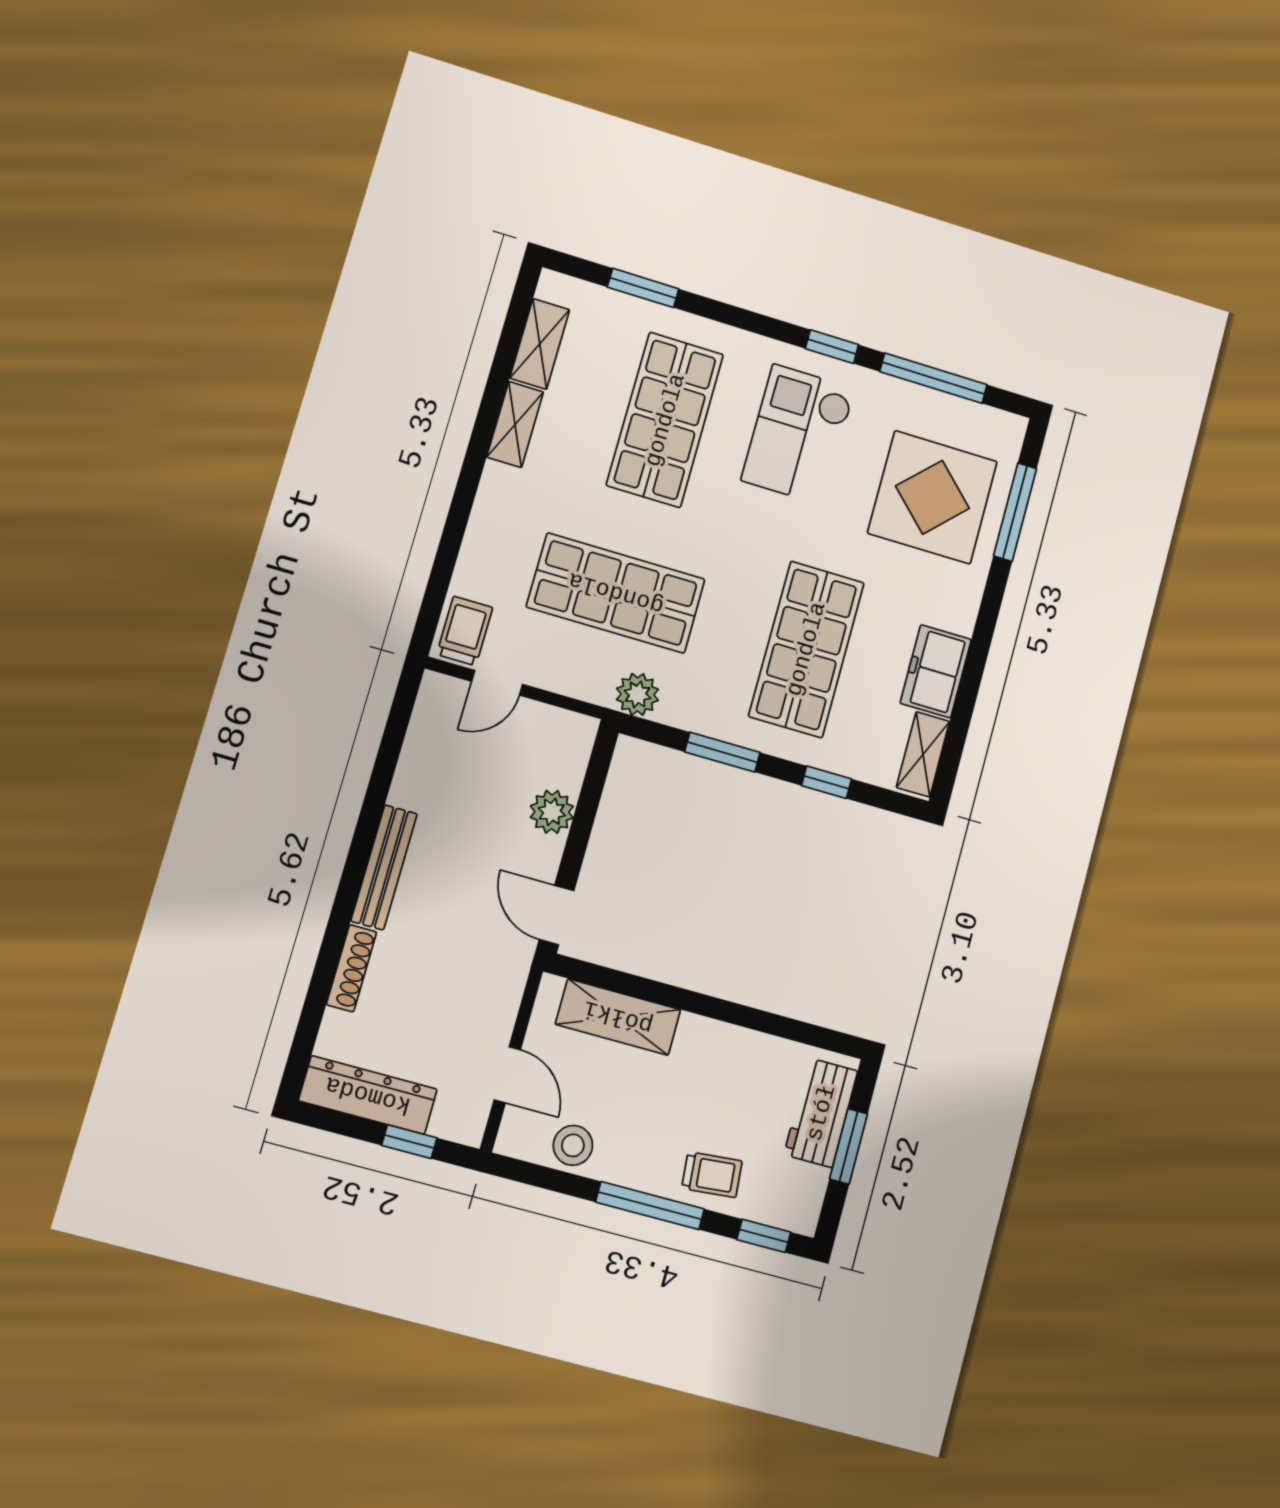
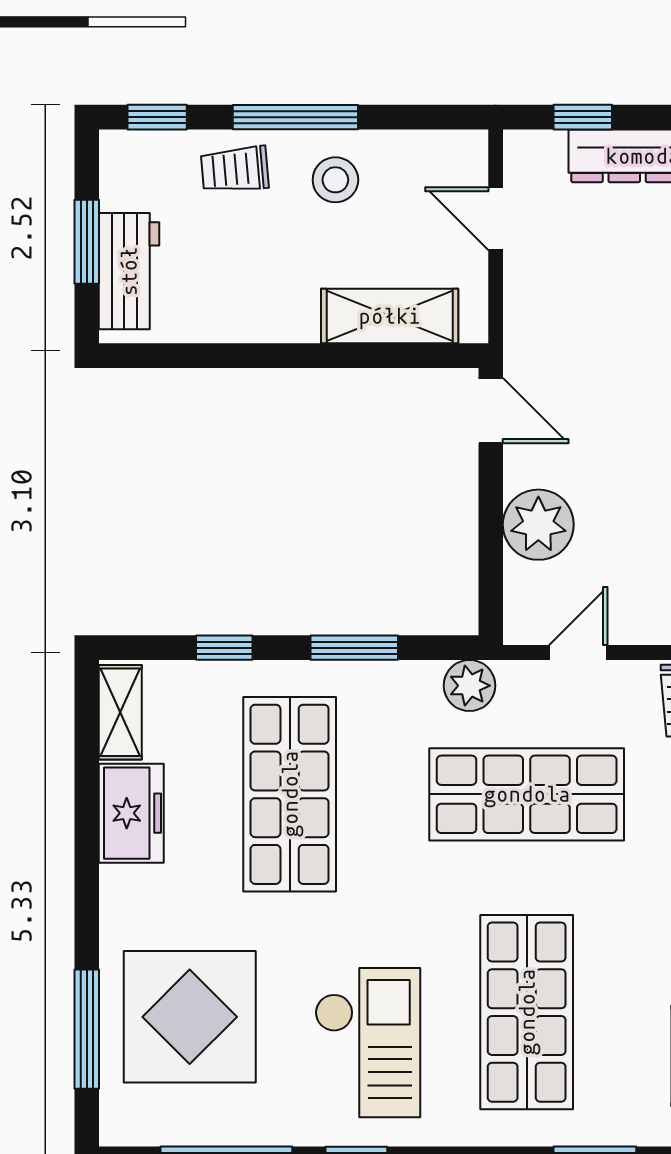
door: (497, 683) -> (578, 653), moved
plant: (552, 812) -> (538, 525), width x1.36, depth x1.36
stool: (573, 1145) -> (335, 180), moved

